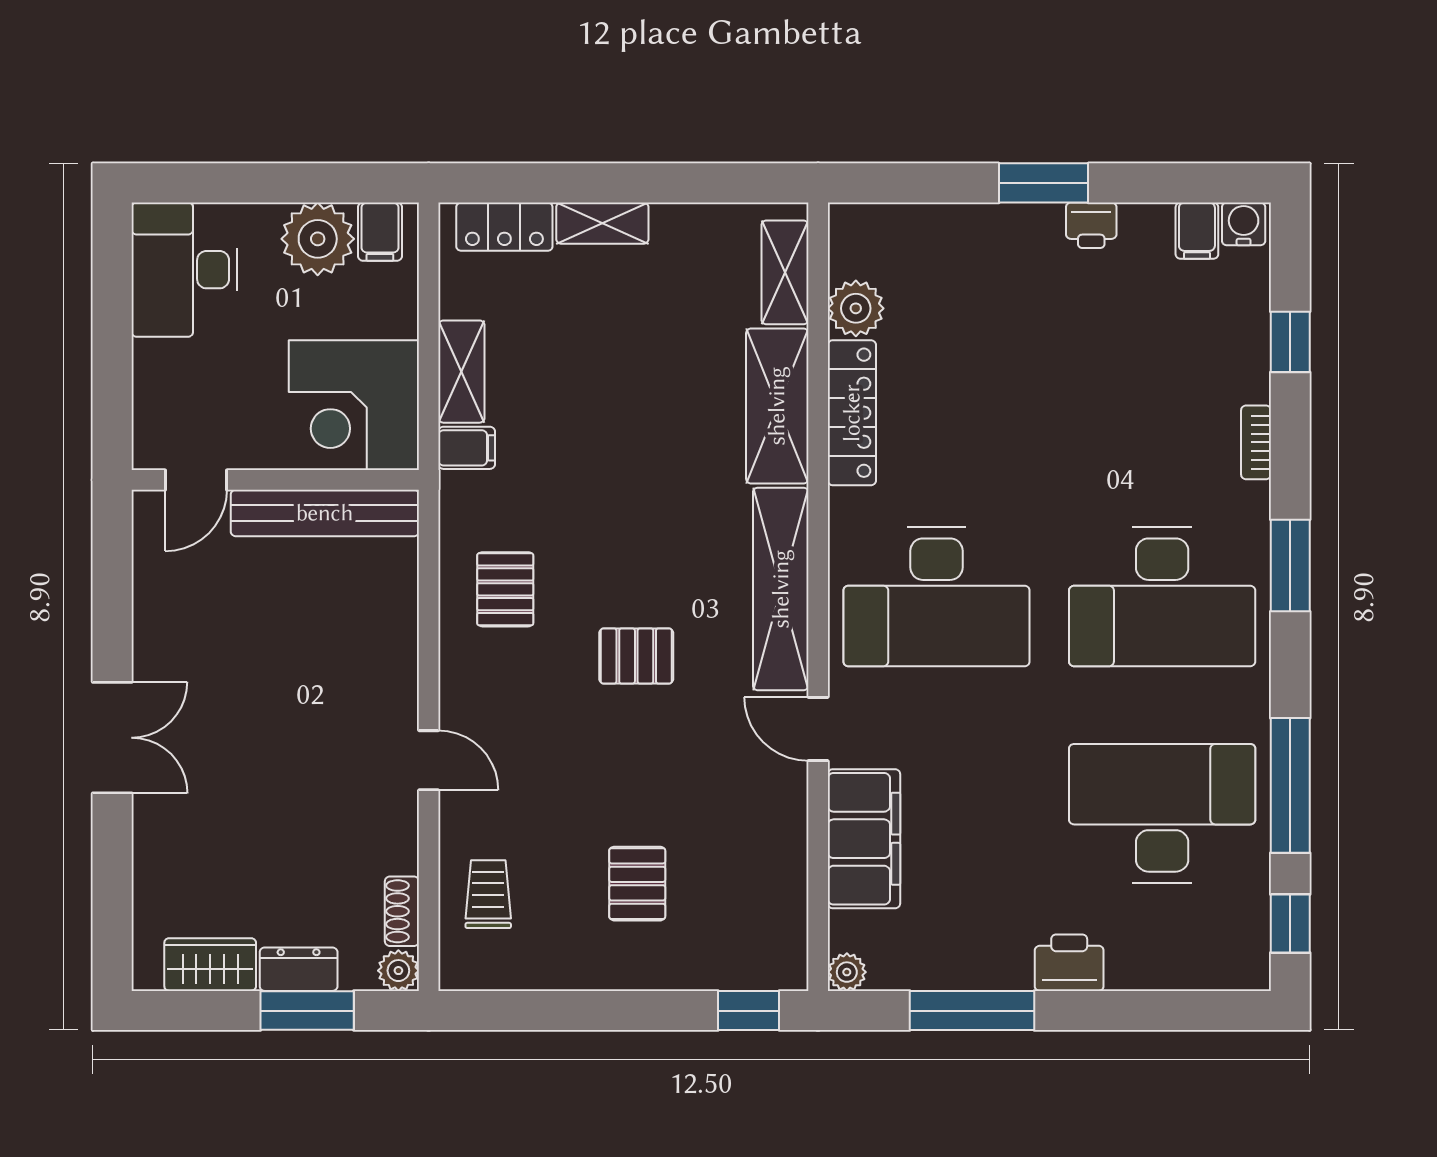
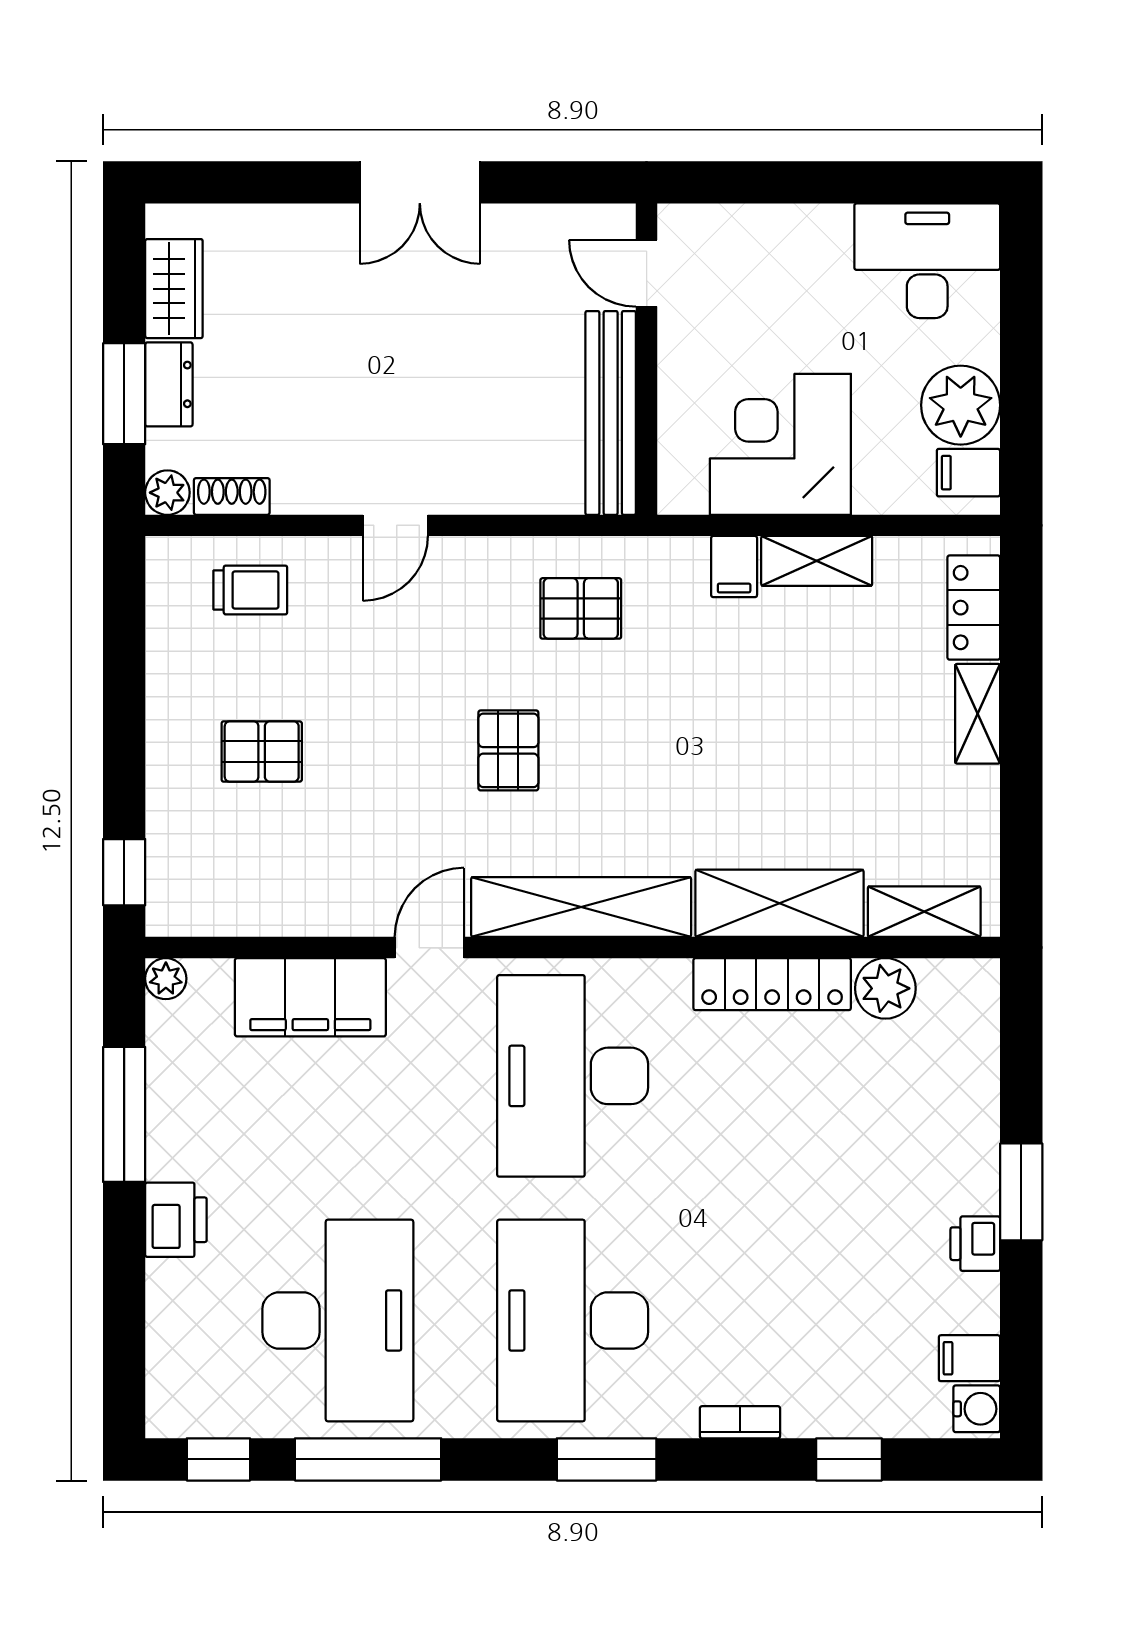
door: (196, 480) -> (647, 273), moved
wall: (275, 480) -> (647, 359), moved
bench: (325, 513) -> (611, 413), moved

